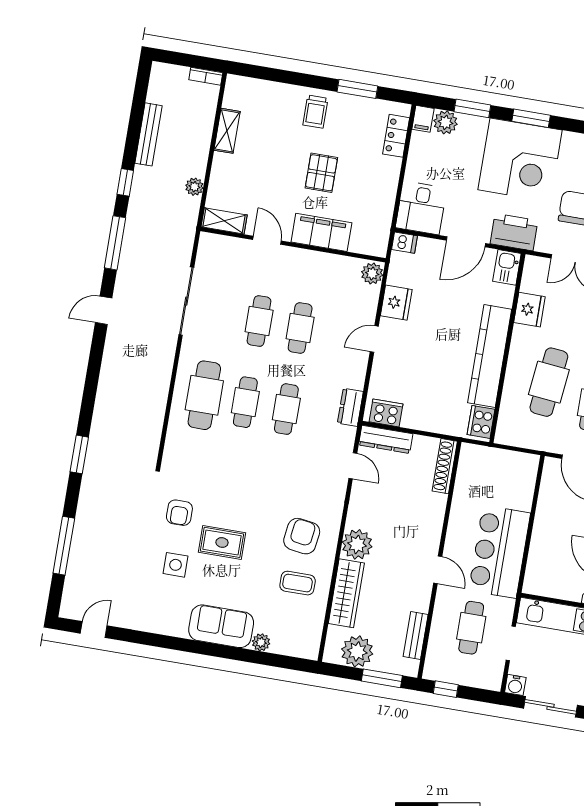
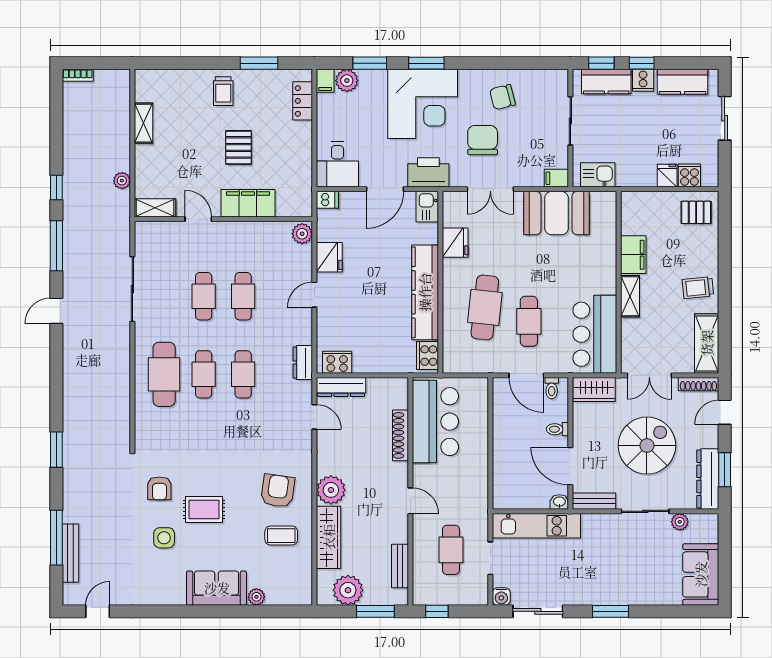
bookcase: (206, 76) -> (78, 75), moved
bench: (148, 134) -> (71, 553), moved
shoe rack: (445, 466) -> (401, 435), moved
bar counter: (500, 552) -> (435, 422), moved, turned 180

